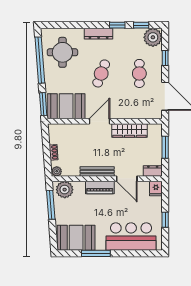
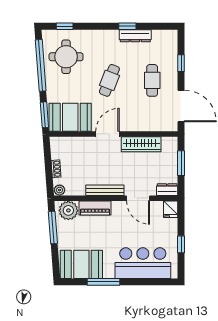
window: (141, 25) -> (65, 26), moved
dresser: (99, 34) -> (135, 36), moved
plant: (153, 37) -> (167, 40), removed
piano: (100, 187) -> (95, 208), moved

